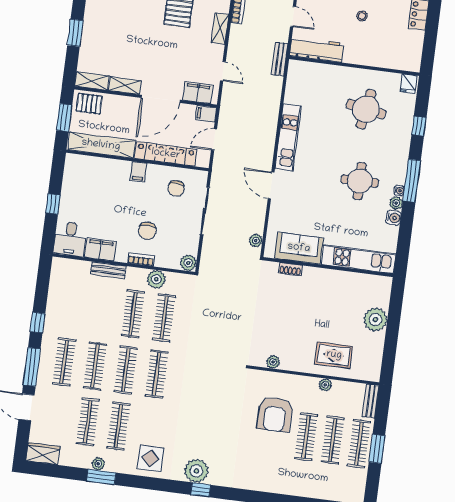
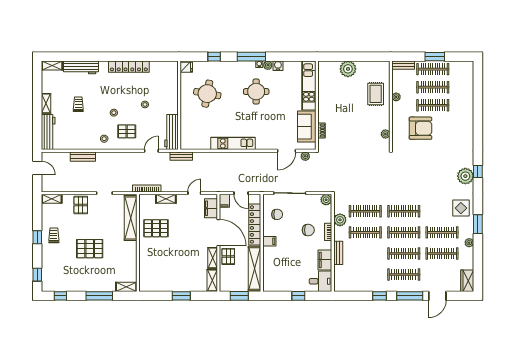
pallet: (89, 104) -> (228, 256), moved
door: (271, 185) -> (287, 151), moved
window: (101, 477) -> (478, 224), moved

